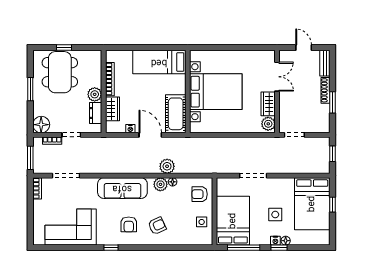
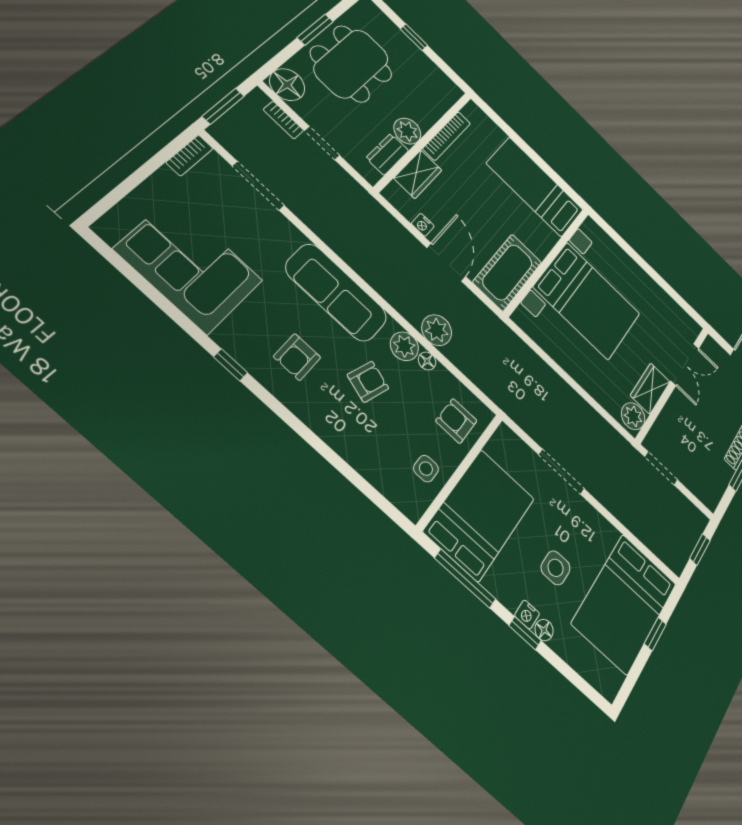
dining table: (60, 72) -> (351, 64), moved
armchair: (157, 226) -> (368, 382), moved, turned -47

